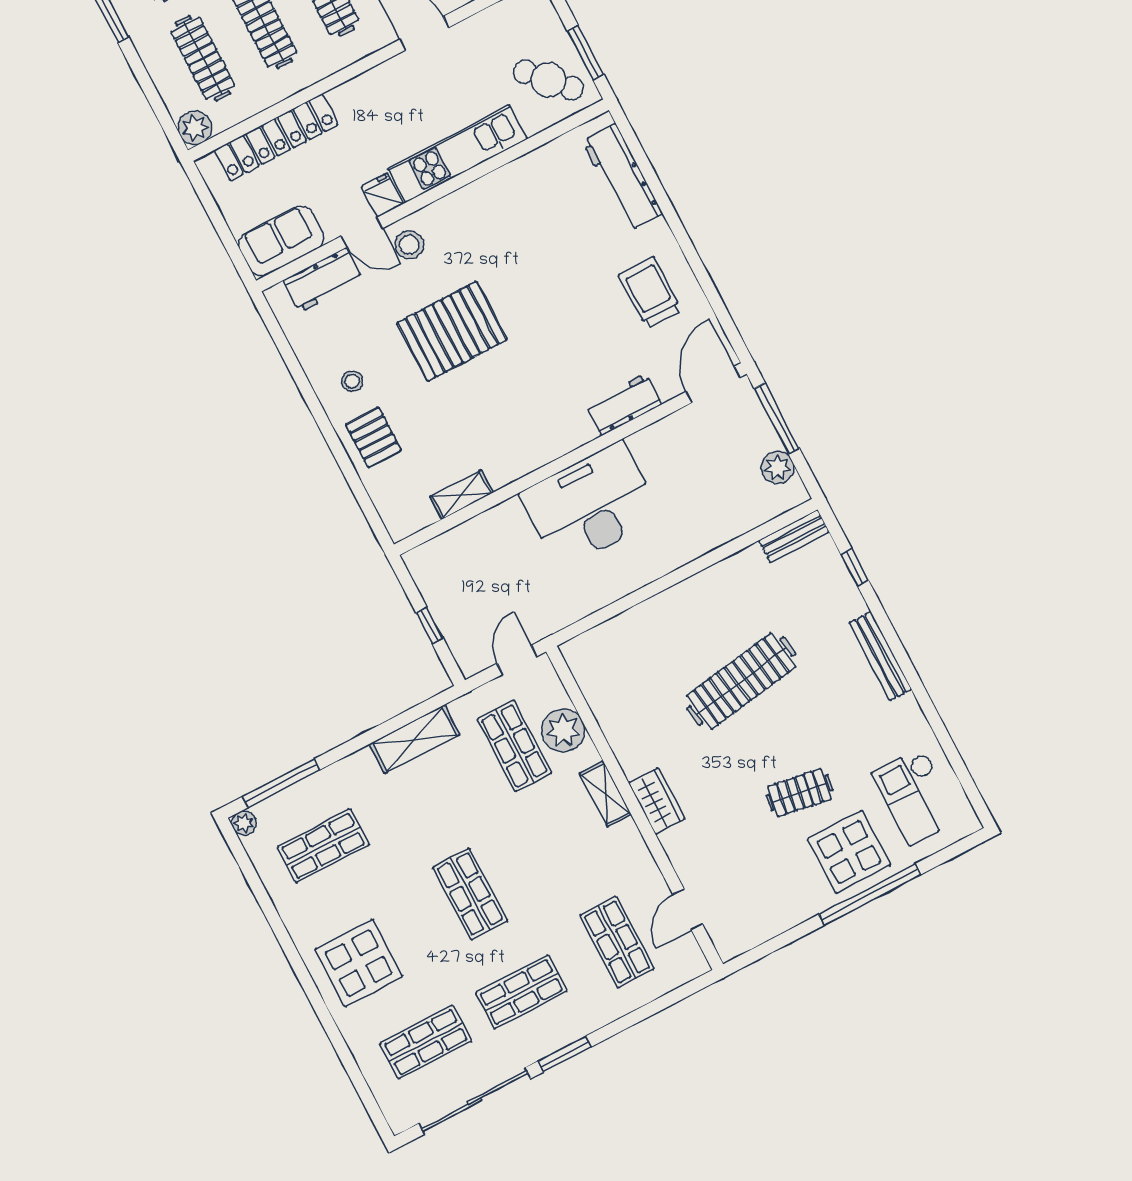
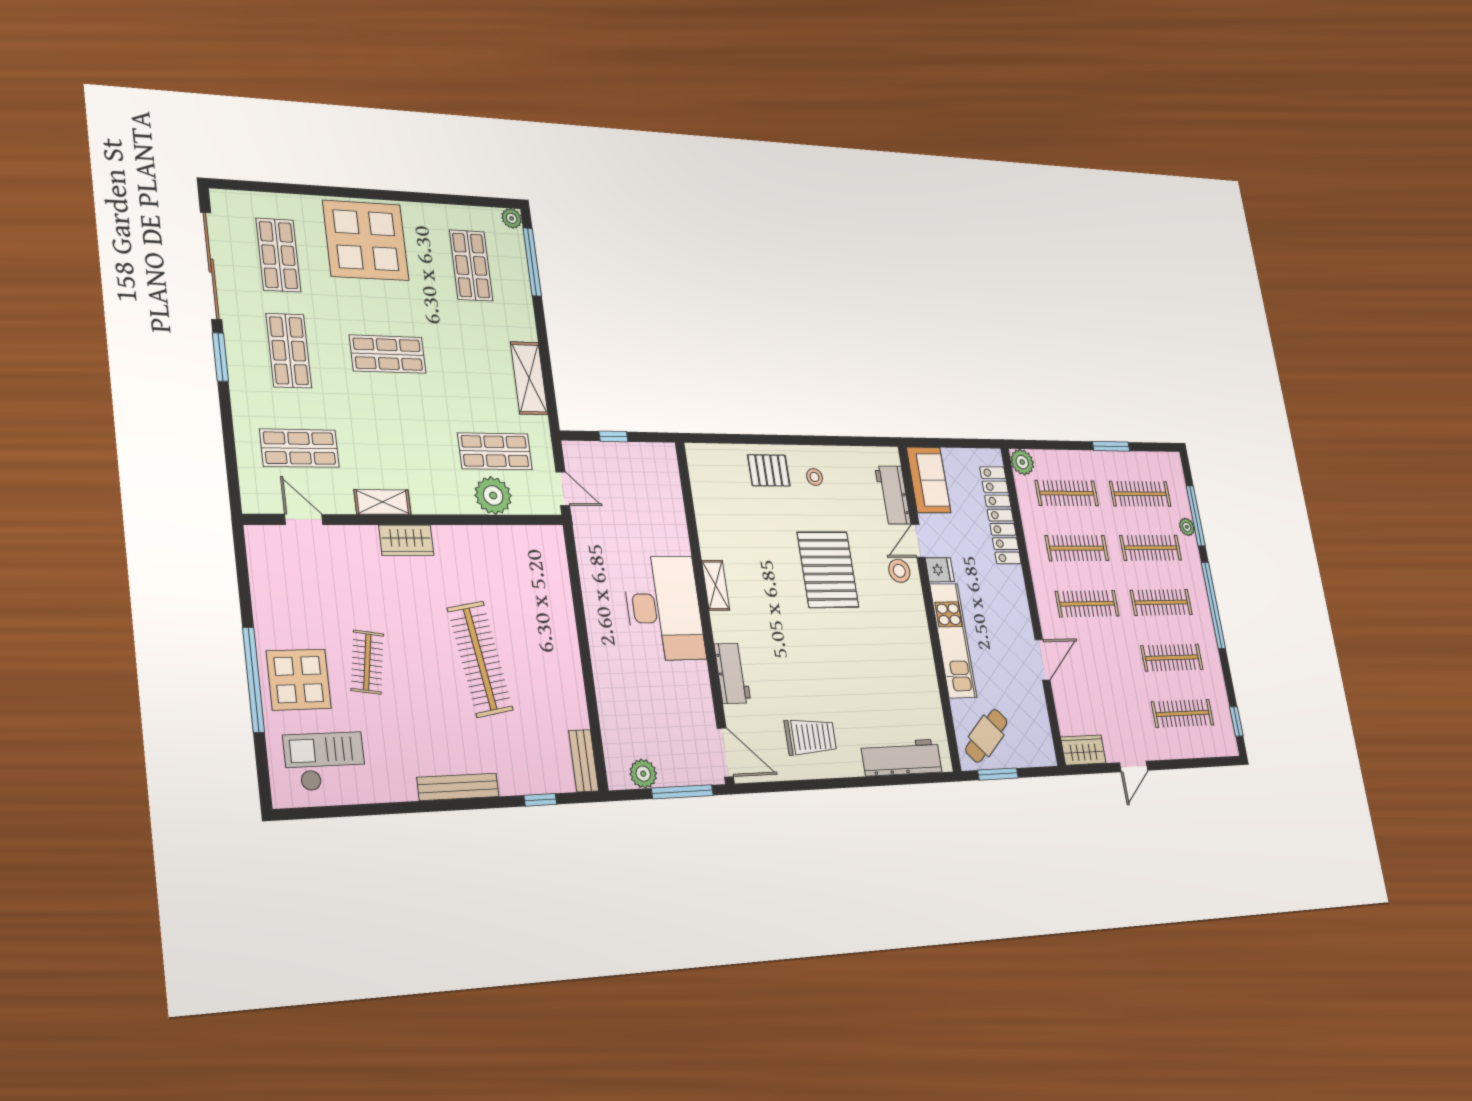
shelving: (461, 495) -> (716, 585), moved
shelving: (605, 794) -> (382, 502), moved
display table: (359, 963) -> (366, 240), width x1.36, depth x1.36

